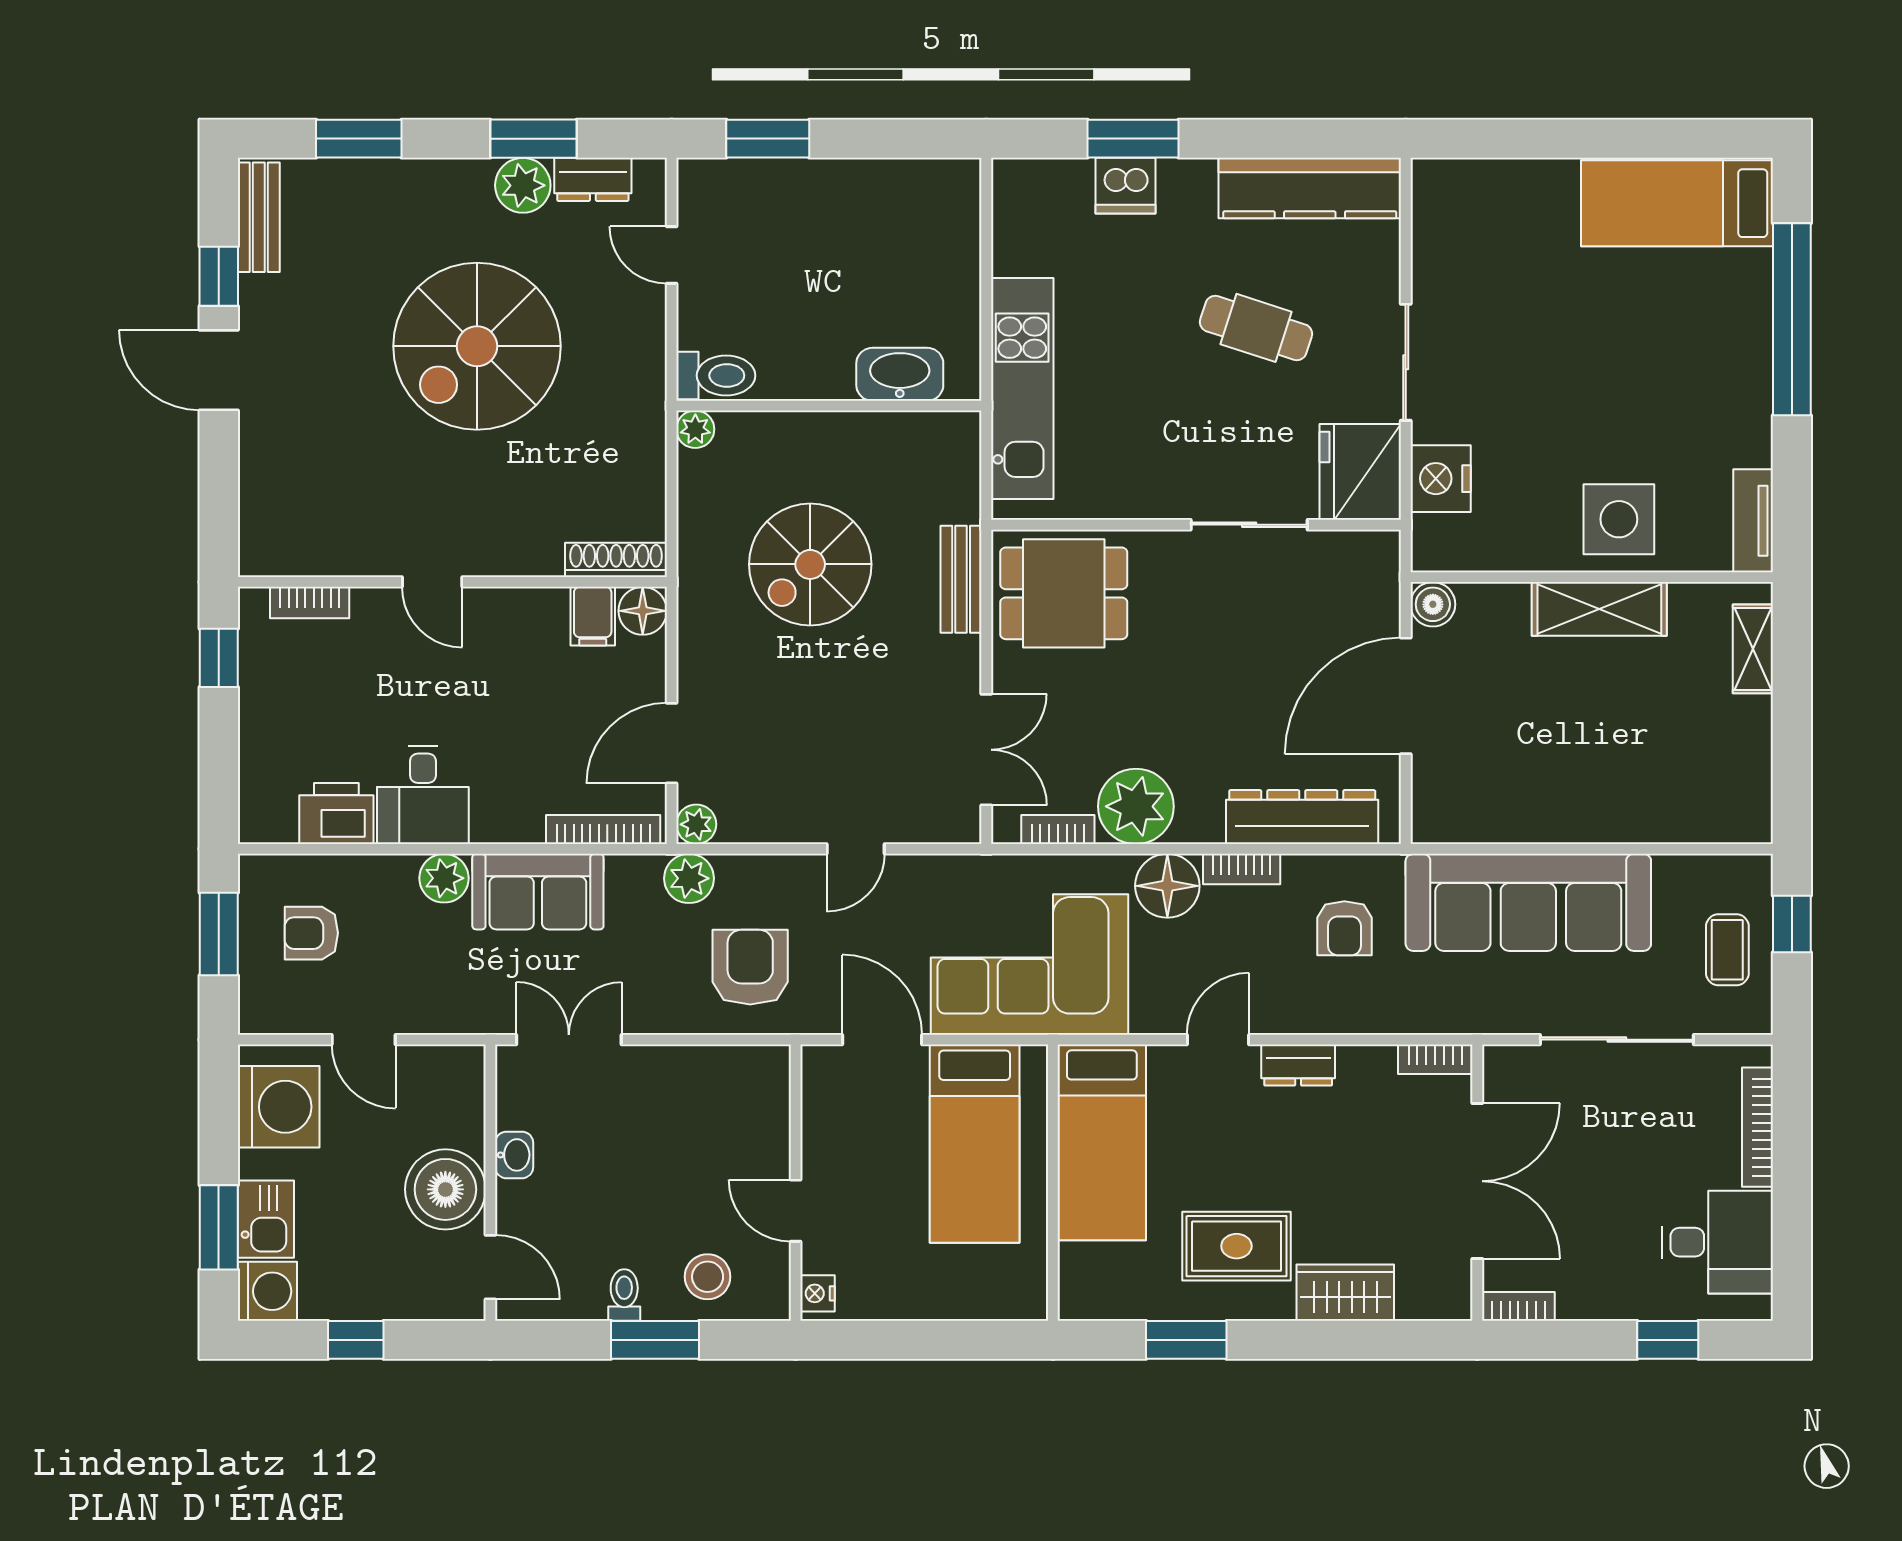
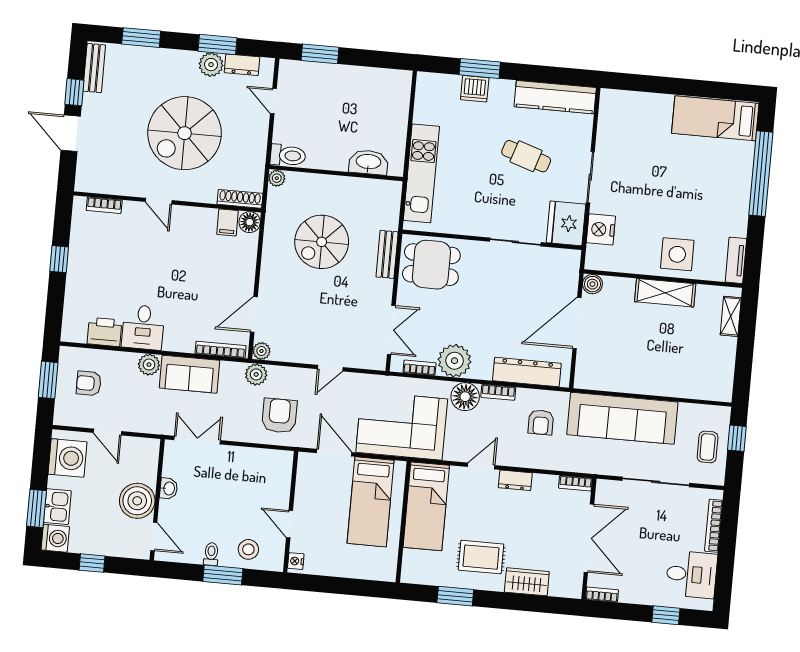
shoe rack: (616, 560) -> (240, 199), moved
door: (432, 582) -> (159, 201), moved
wall: (452, 582) -> (167, 202), moved
bookcase: (310, 603) -> (104, 205), moved
floor lamp: (643, 611) -> (250, 222), moved
filing cabinet: (593, 616) -> (227, 222), moved

